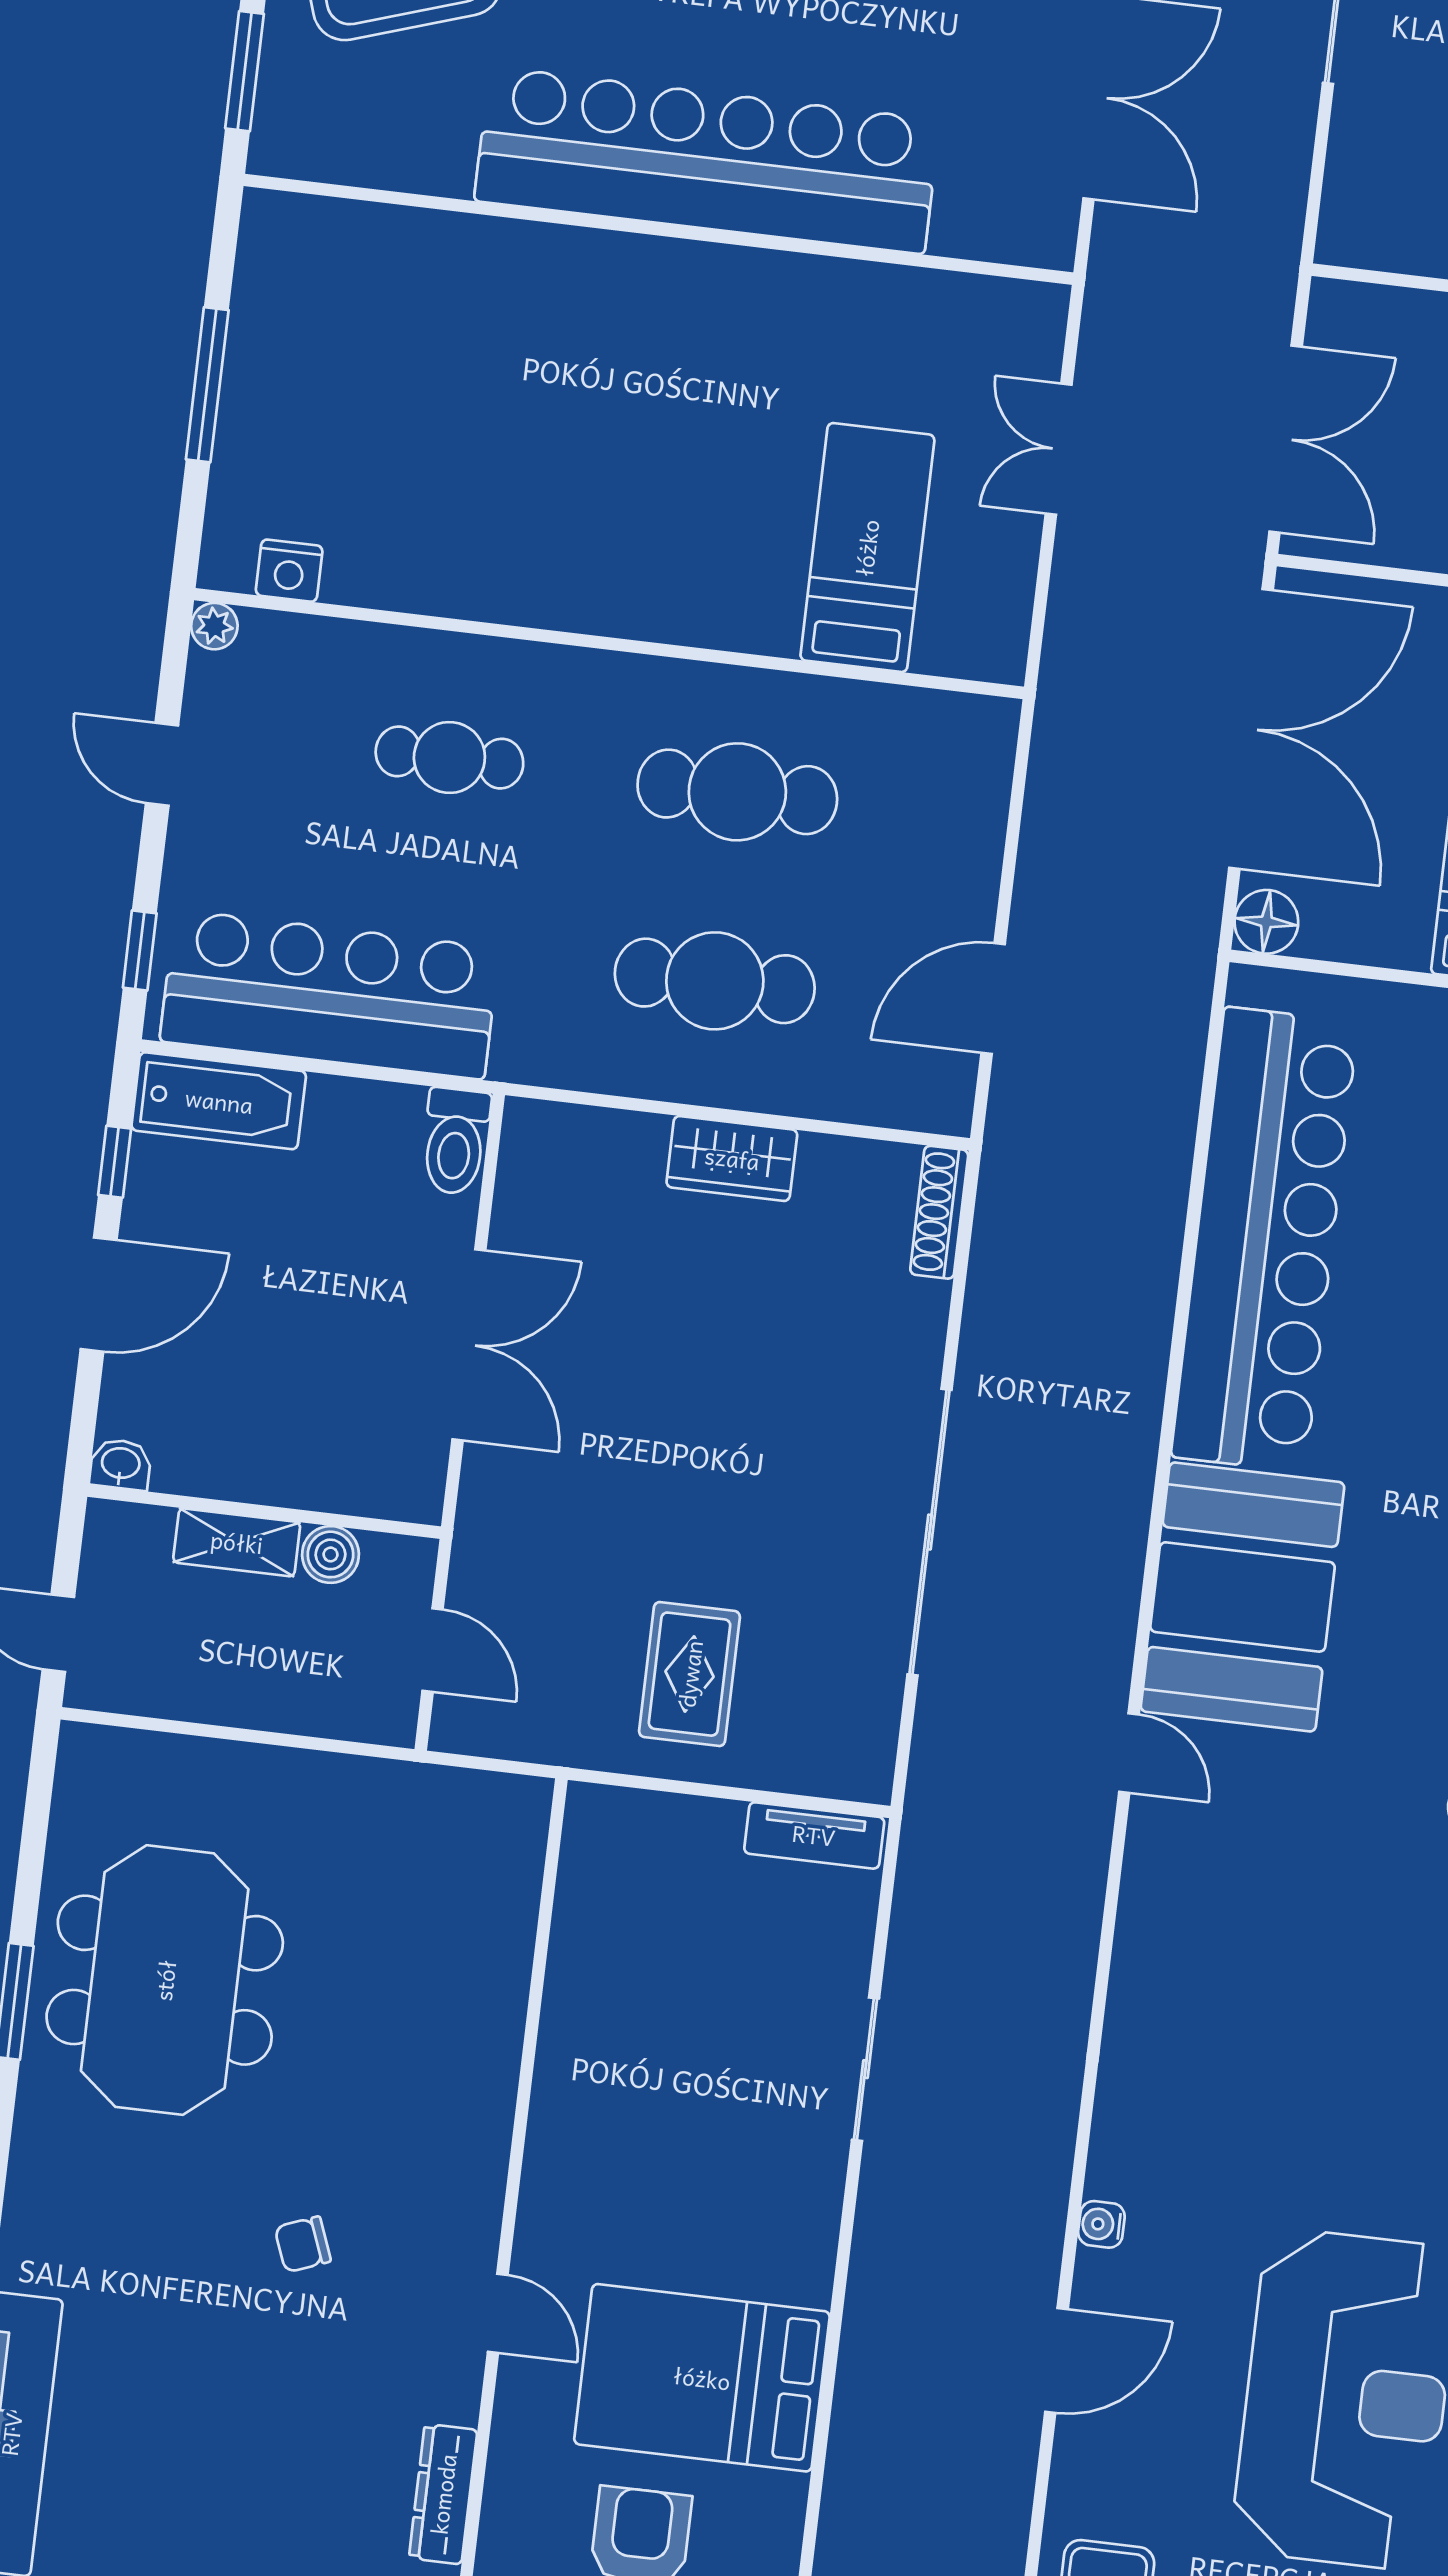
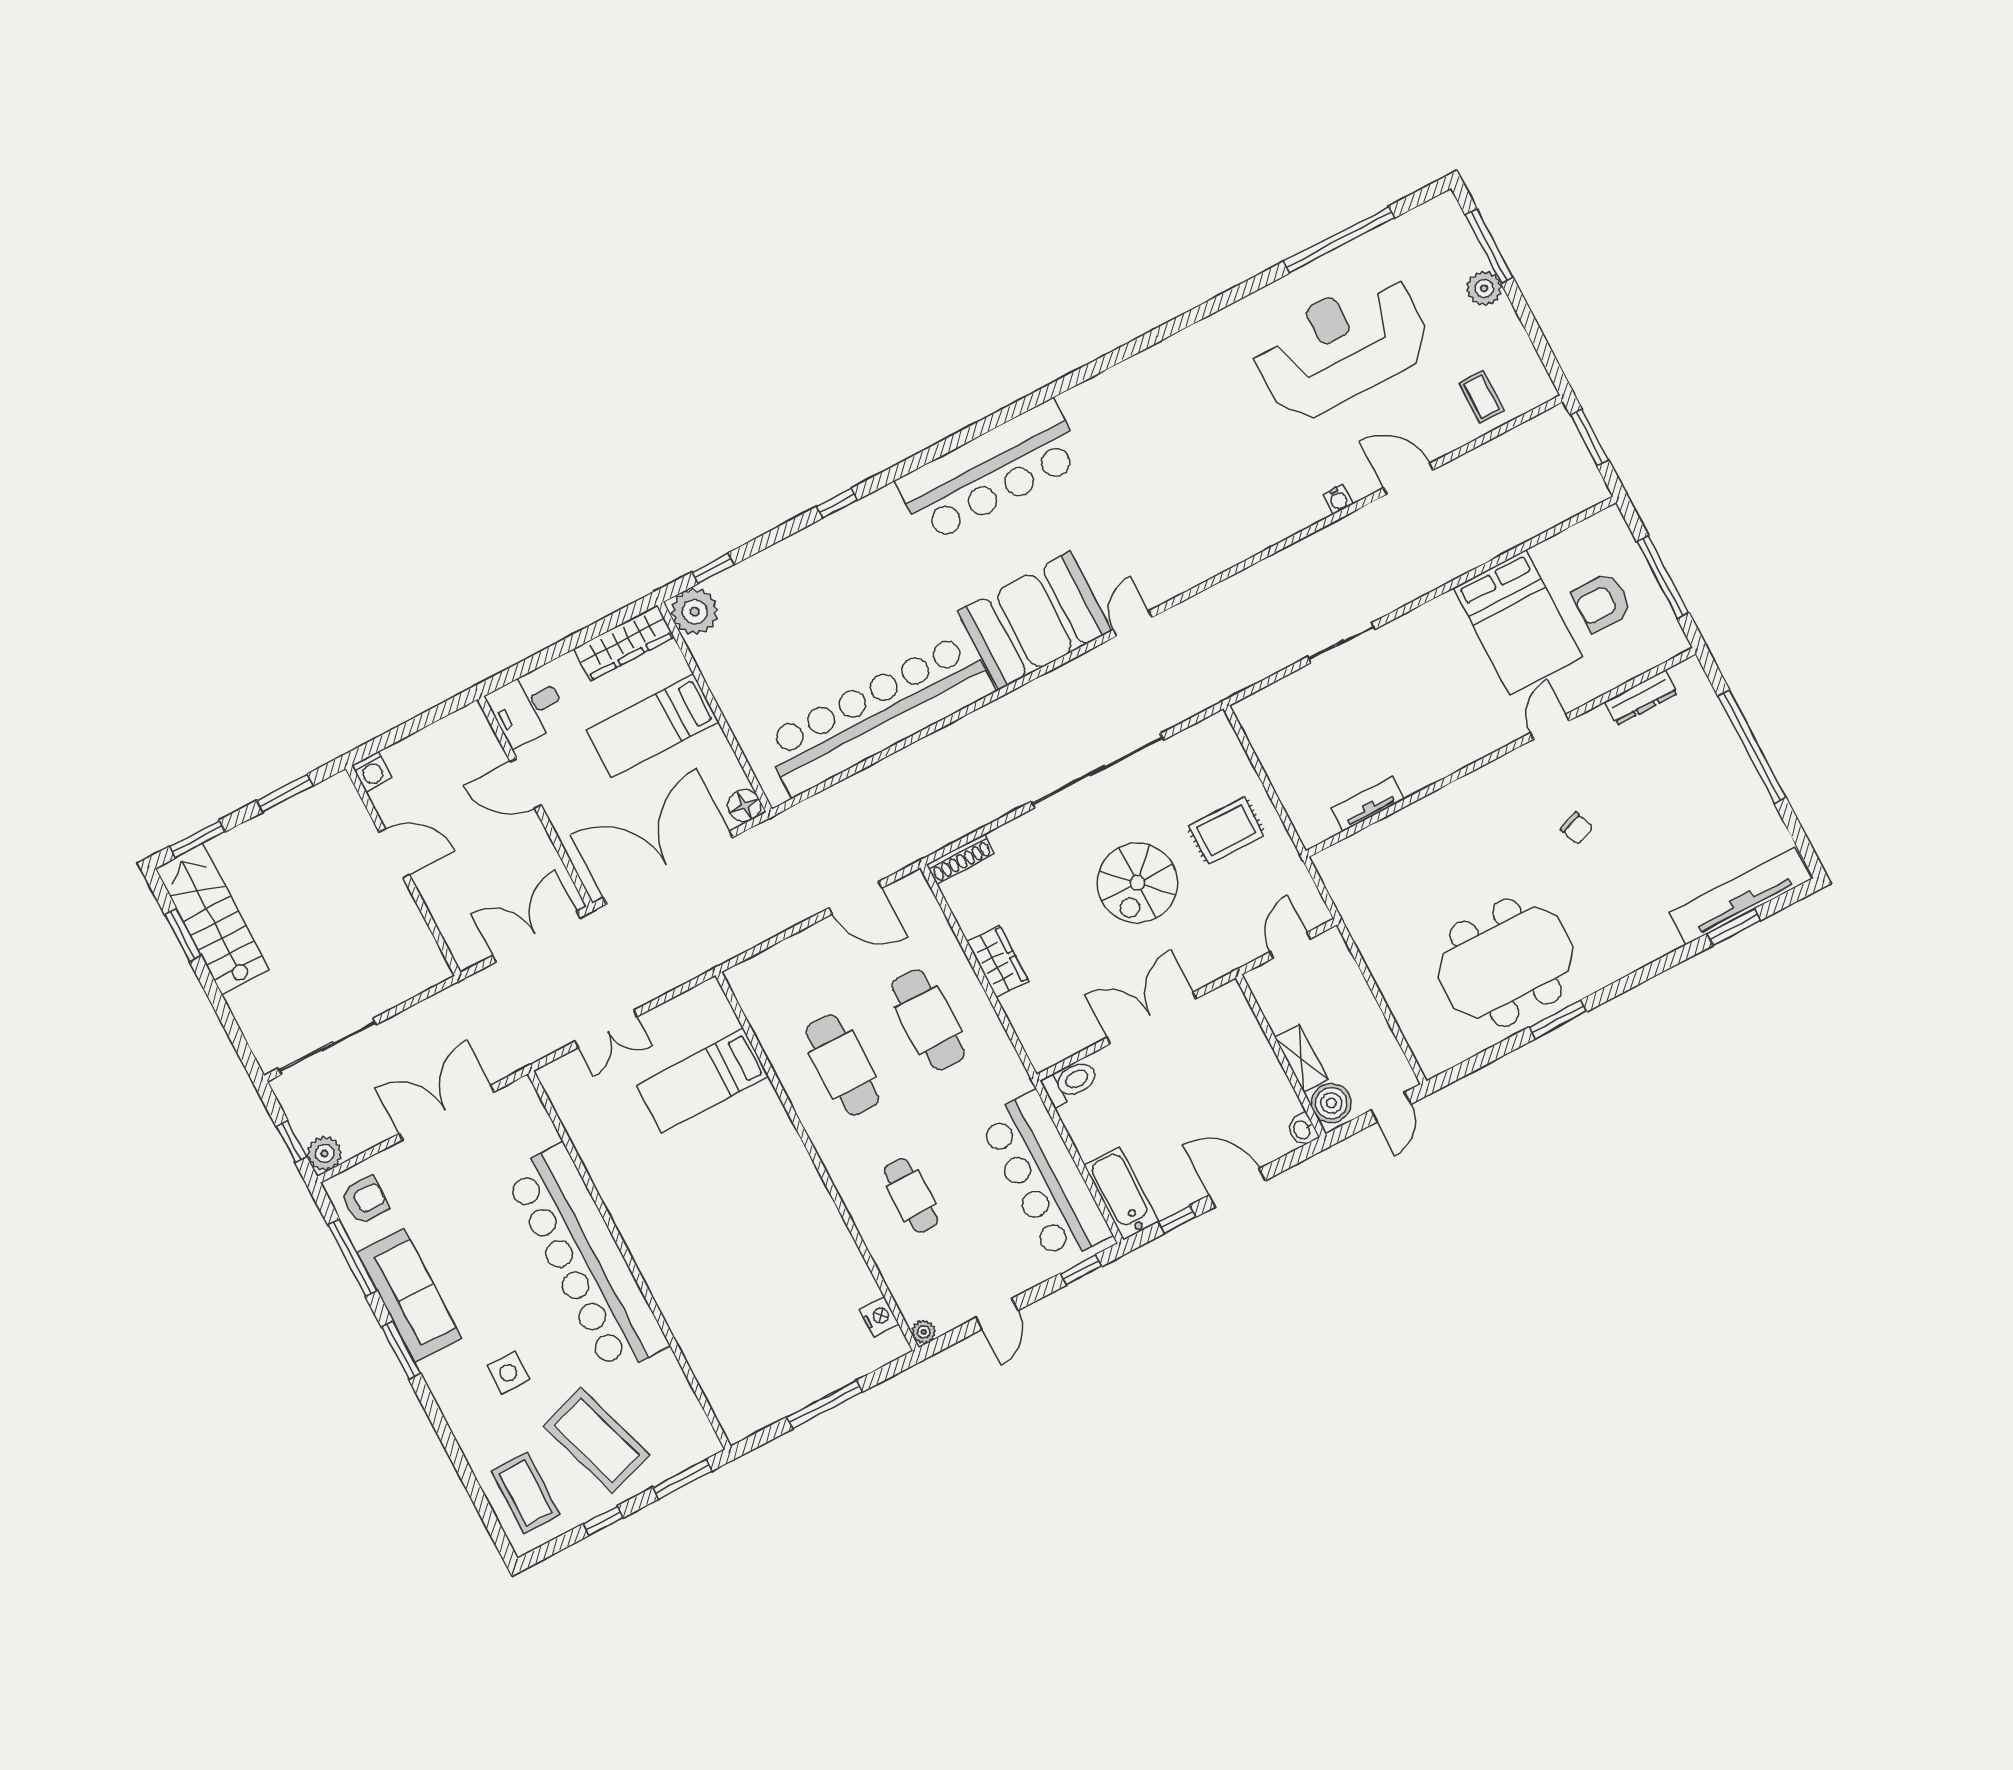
spiral stairs: (704, 1472) -> (1138, 883), added
boiler: (331, 1554) -> (1331, 1103), moved, width x1.36, depth x1.36
tv unit: (814, 1835) -> (1367, 804), moved, turned -90

